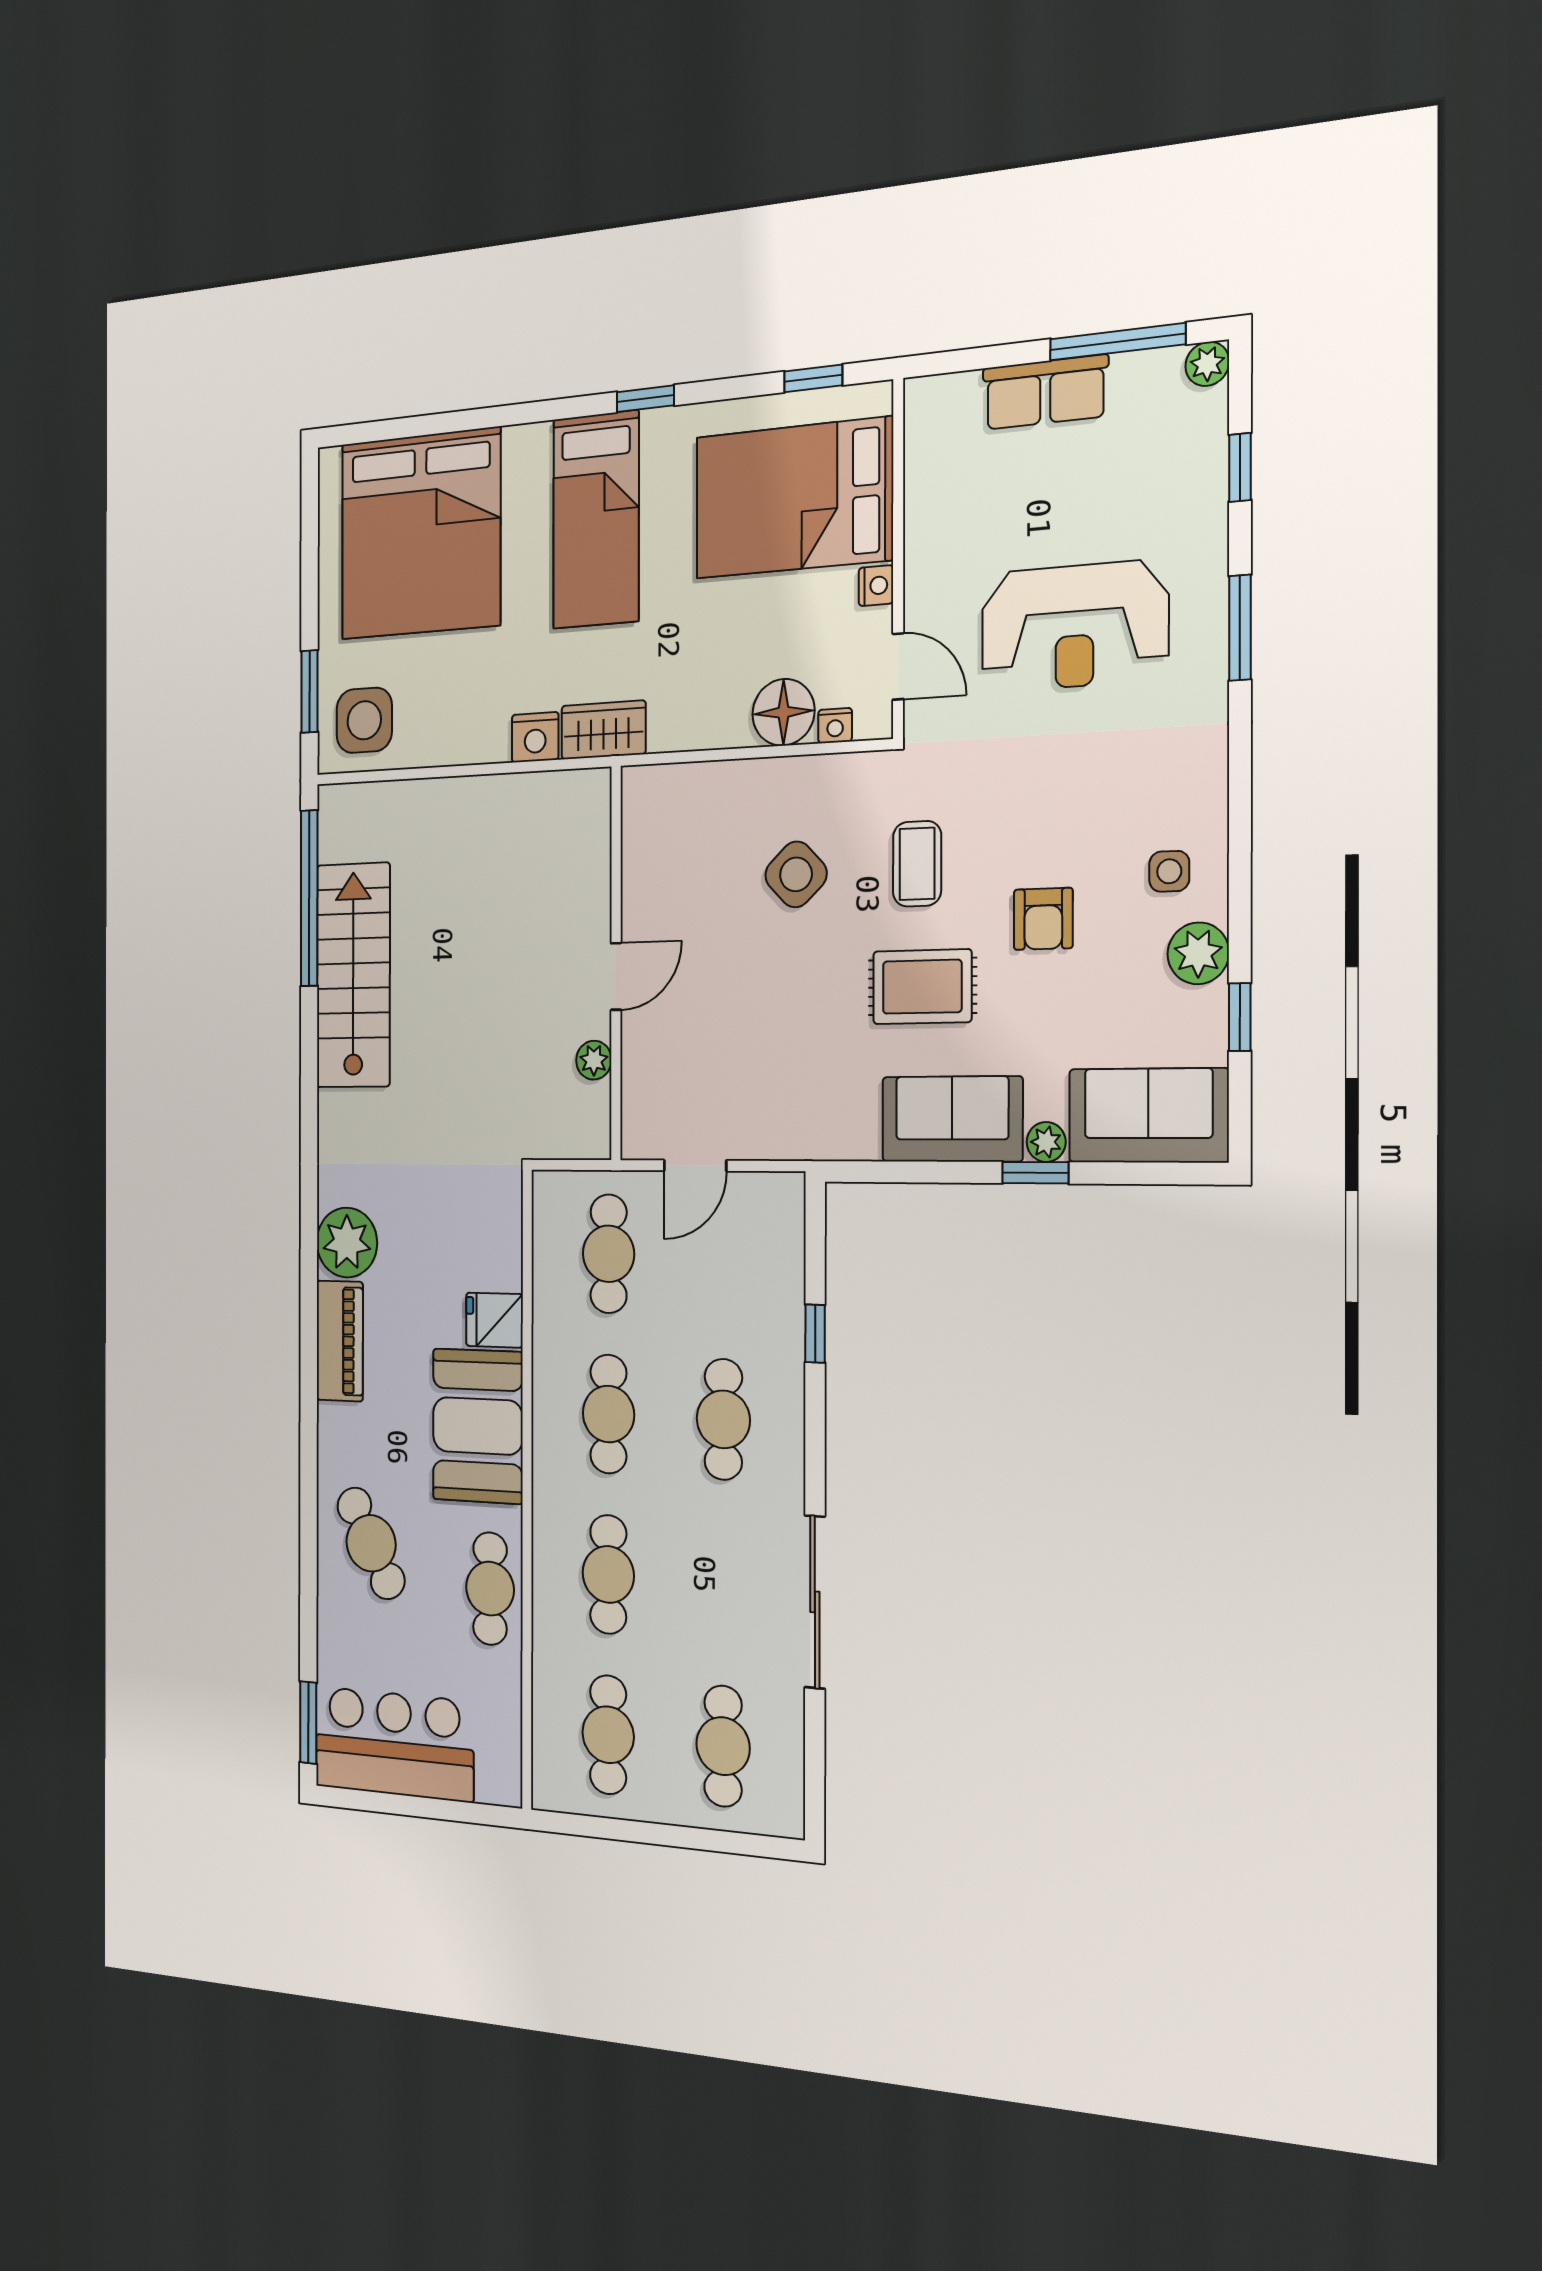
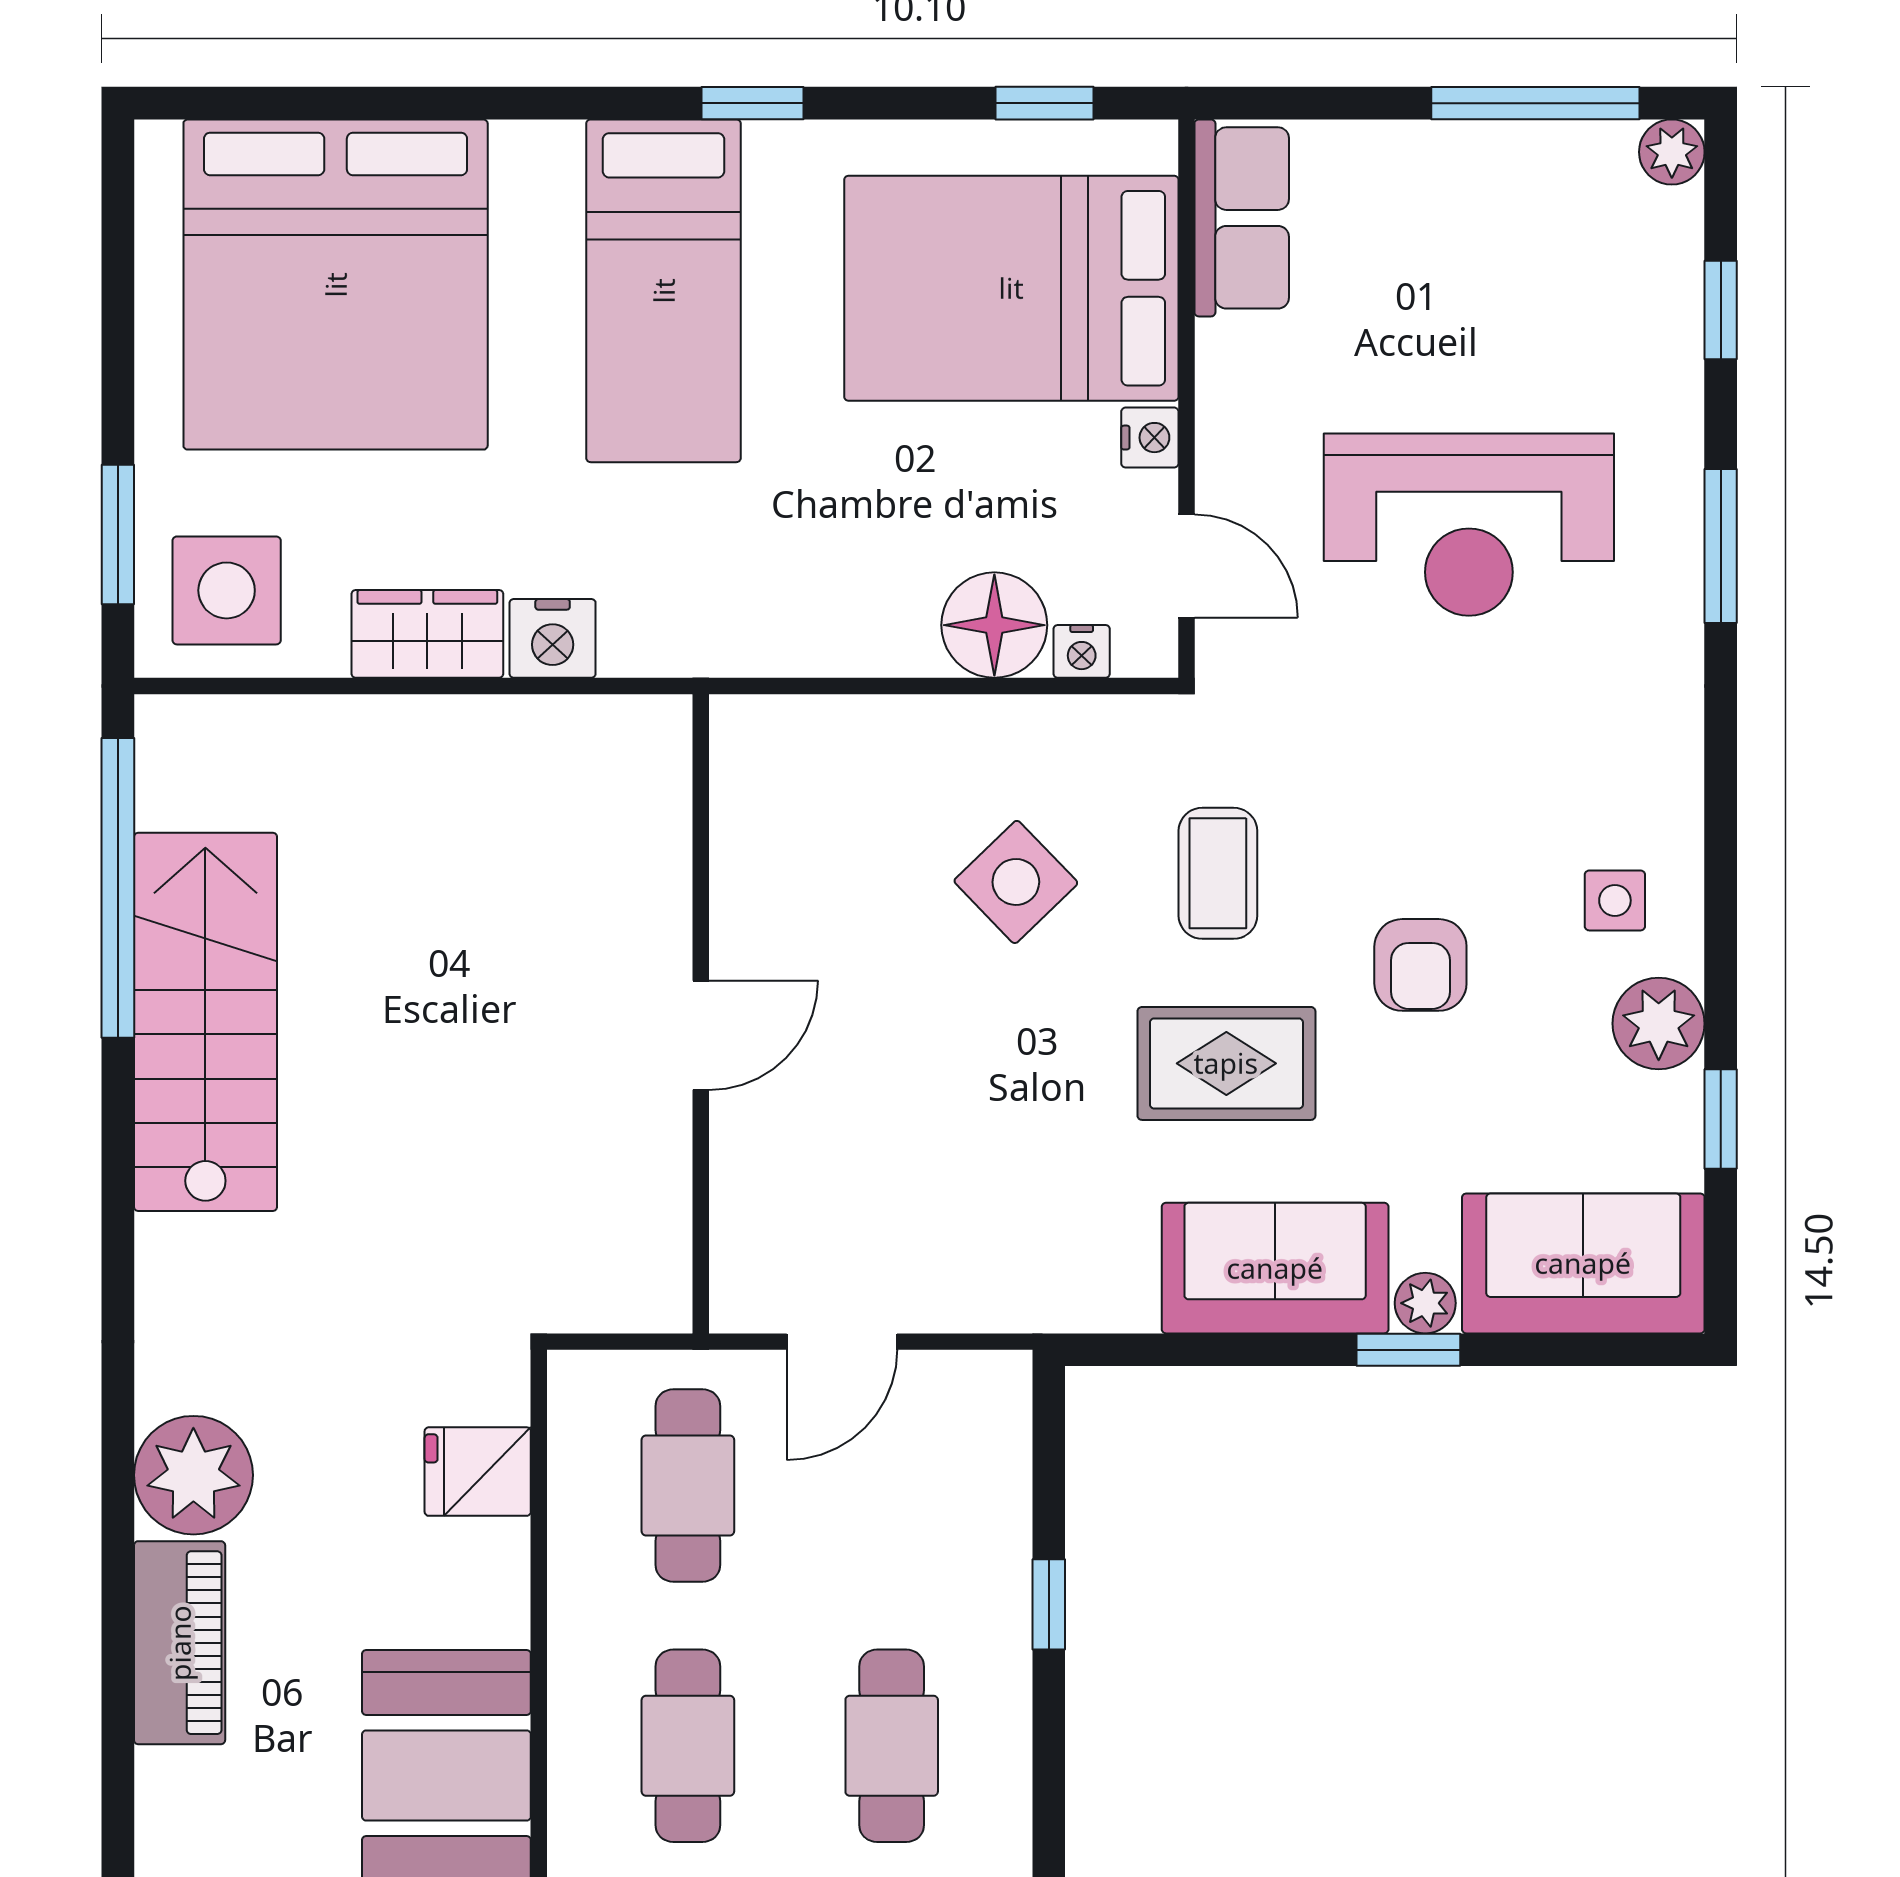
row of seats: (1045, 392) -> (1242, 218), moved, turned -90
wardrobe: (604, 730) -> (427, 634), moved
plant: (594, 1060) -> (661, 1171), removed
fridge: (494, 1320) -> (478, 1472), moved

